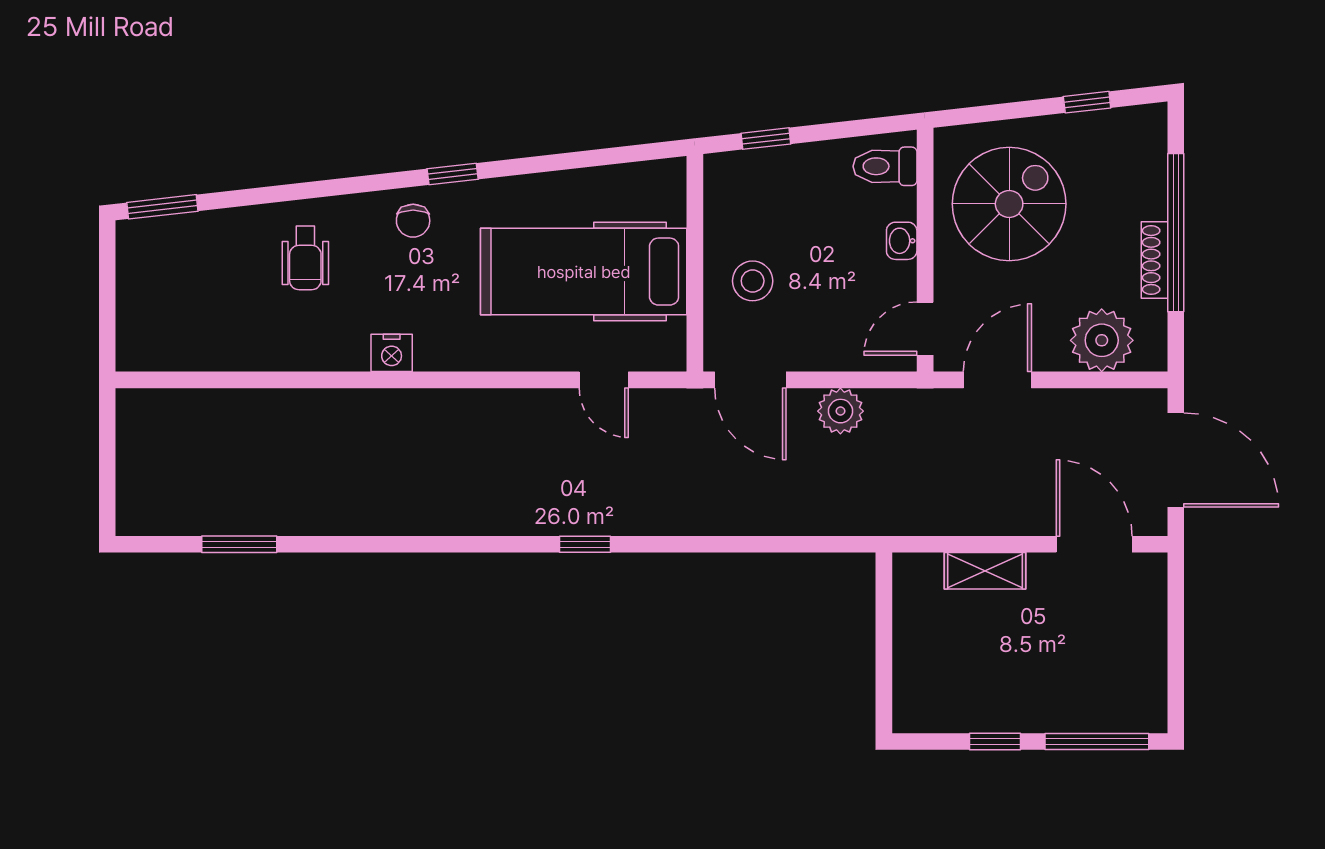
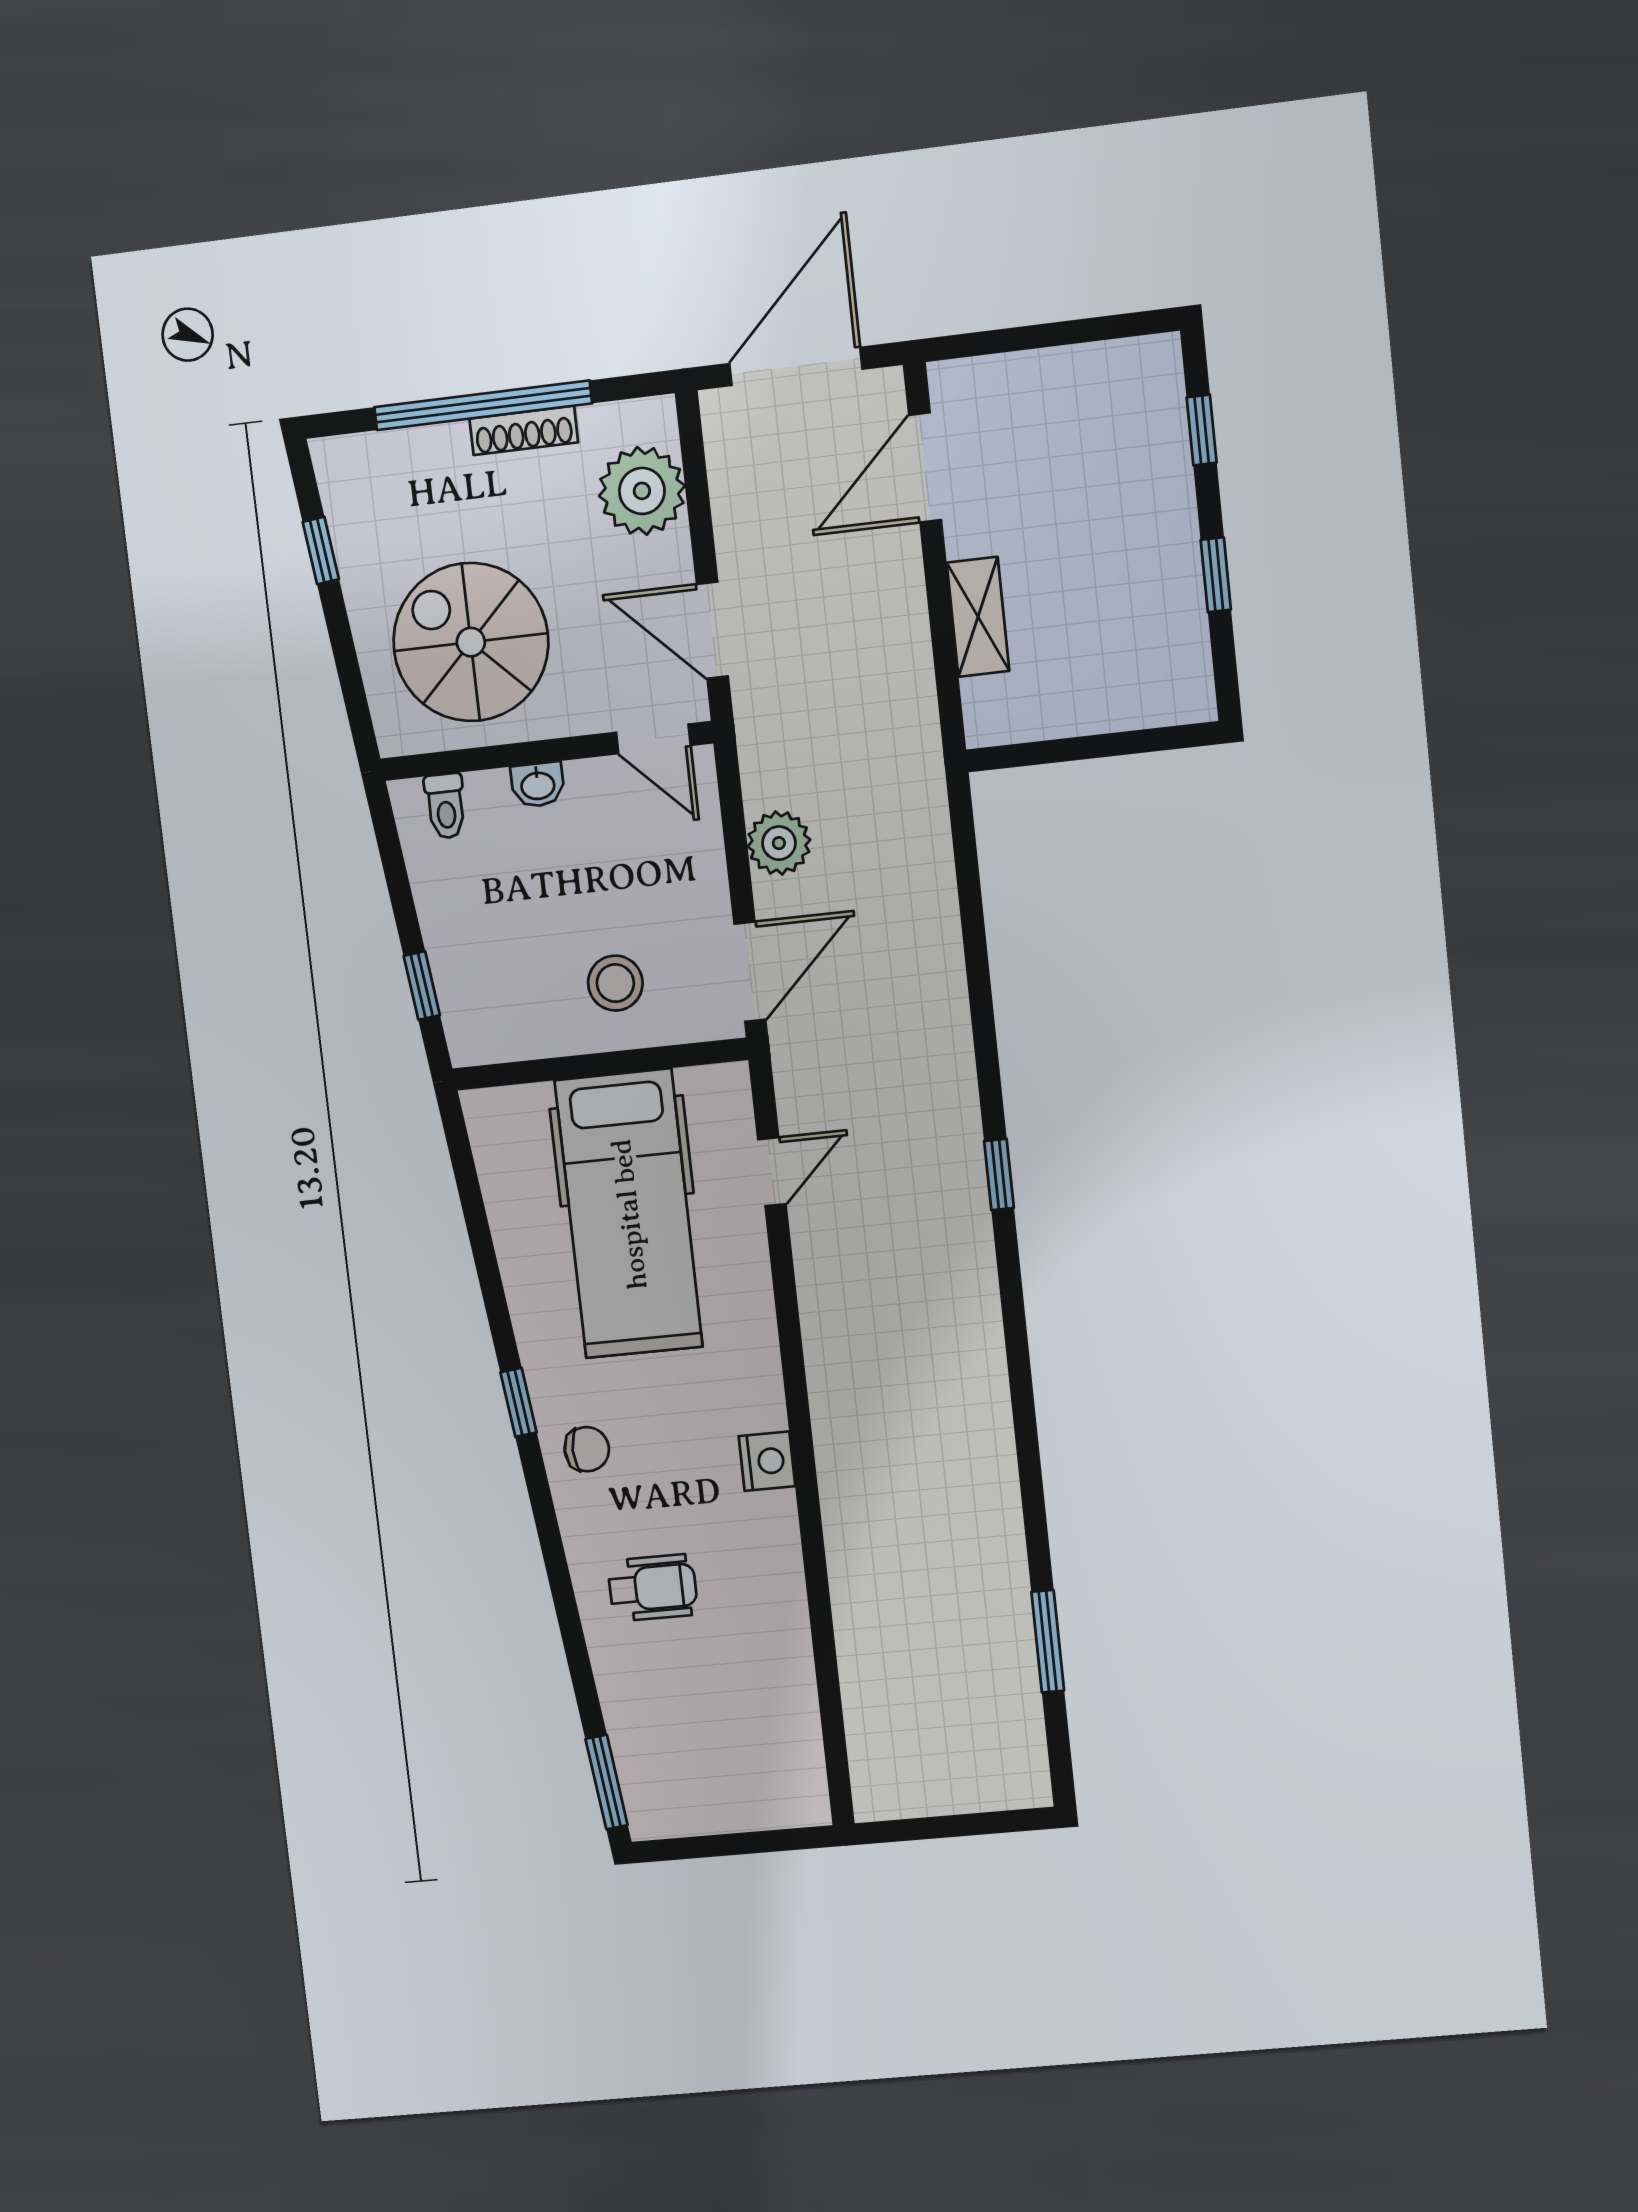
toilet: (885, 166) -> (446, 806), width x0.73, depth x0.72
window: (1097, 742) -> (1202, 430), width x0.46

